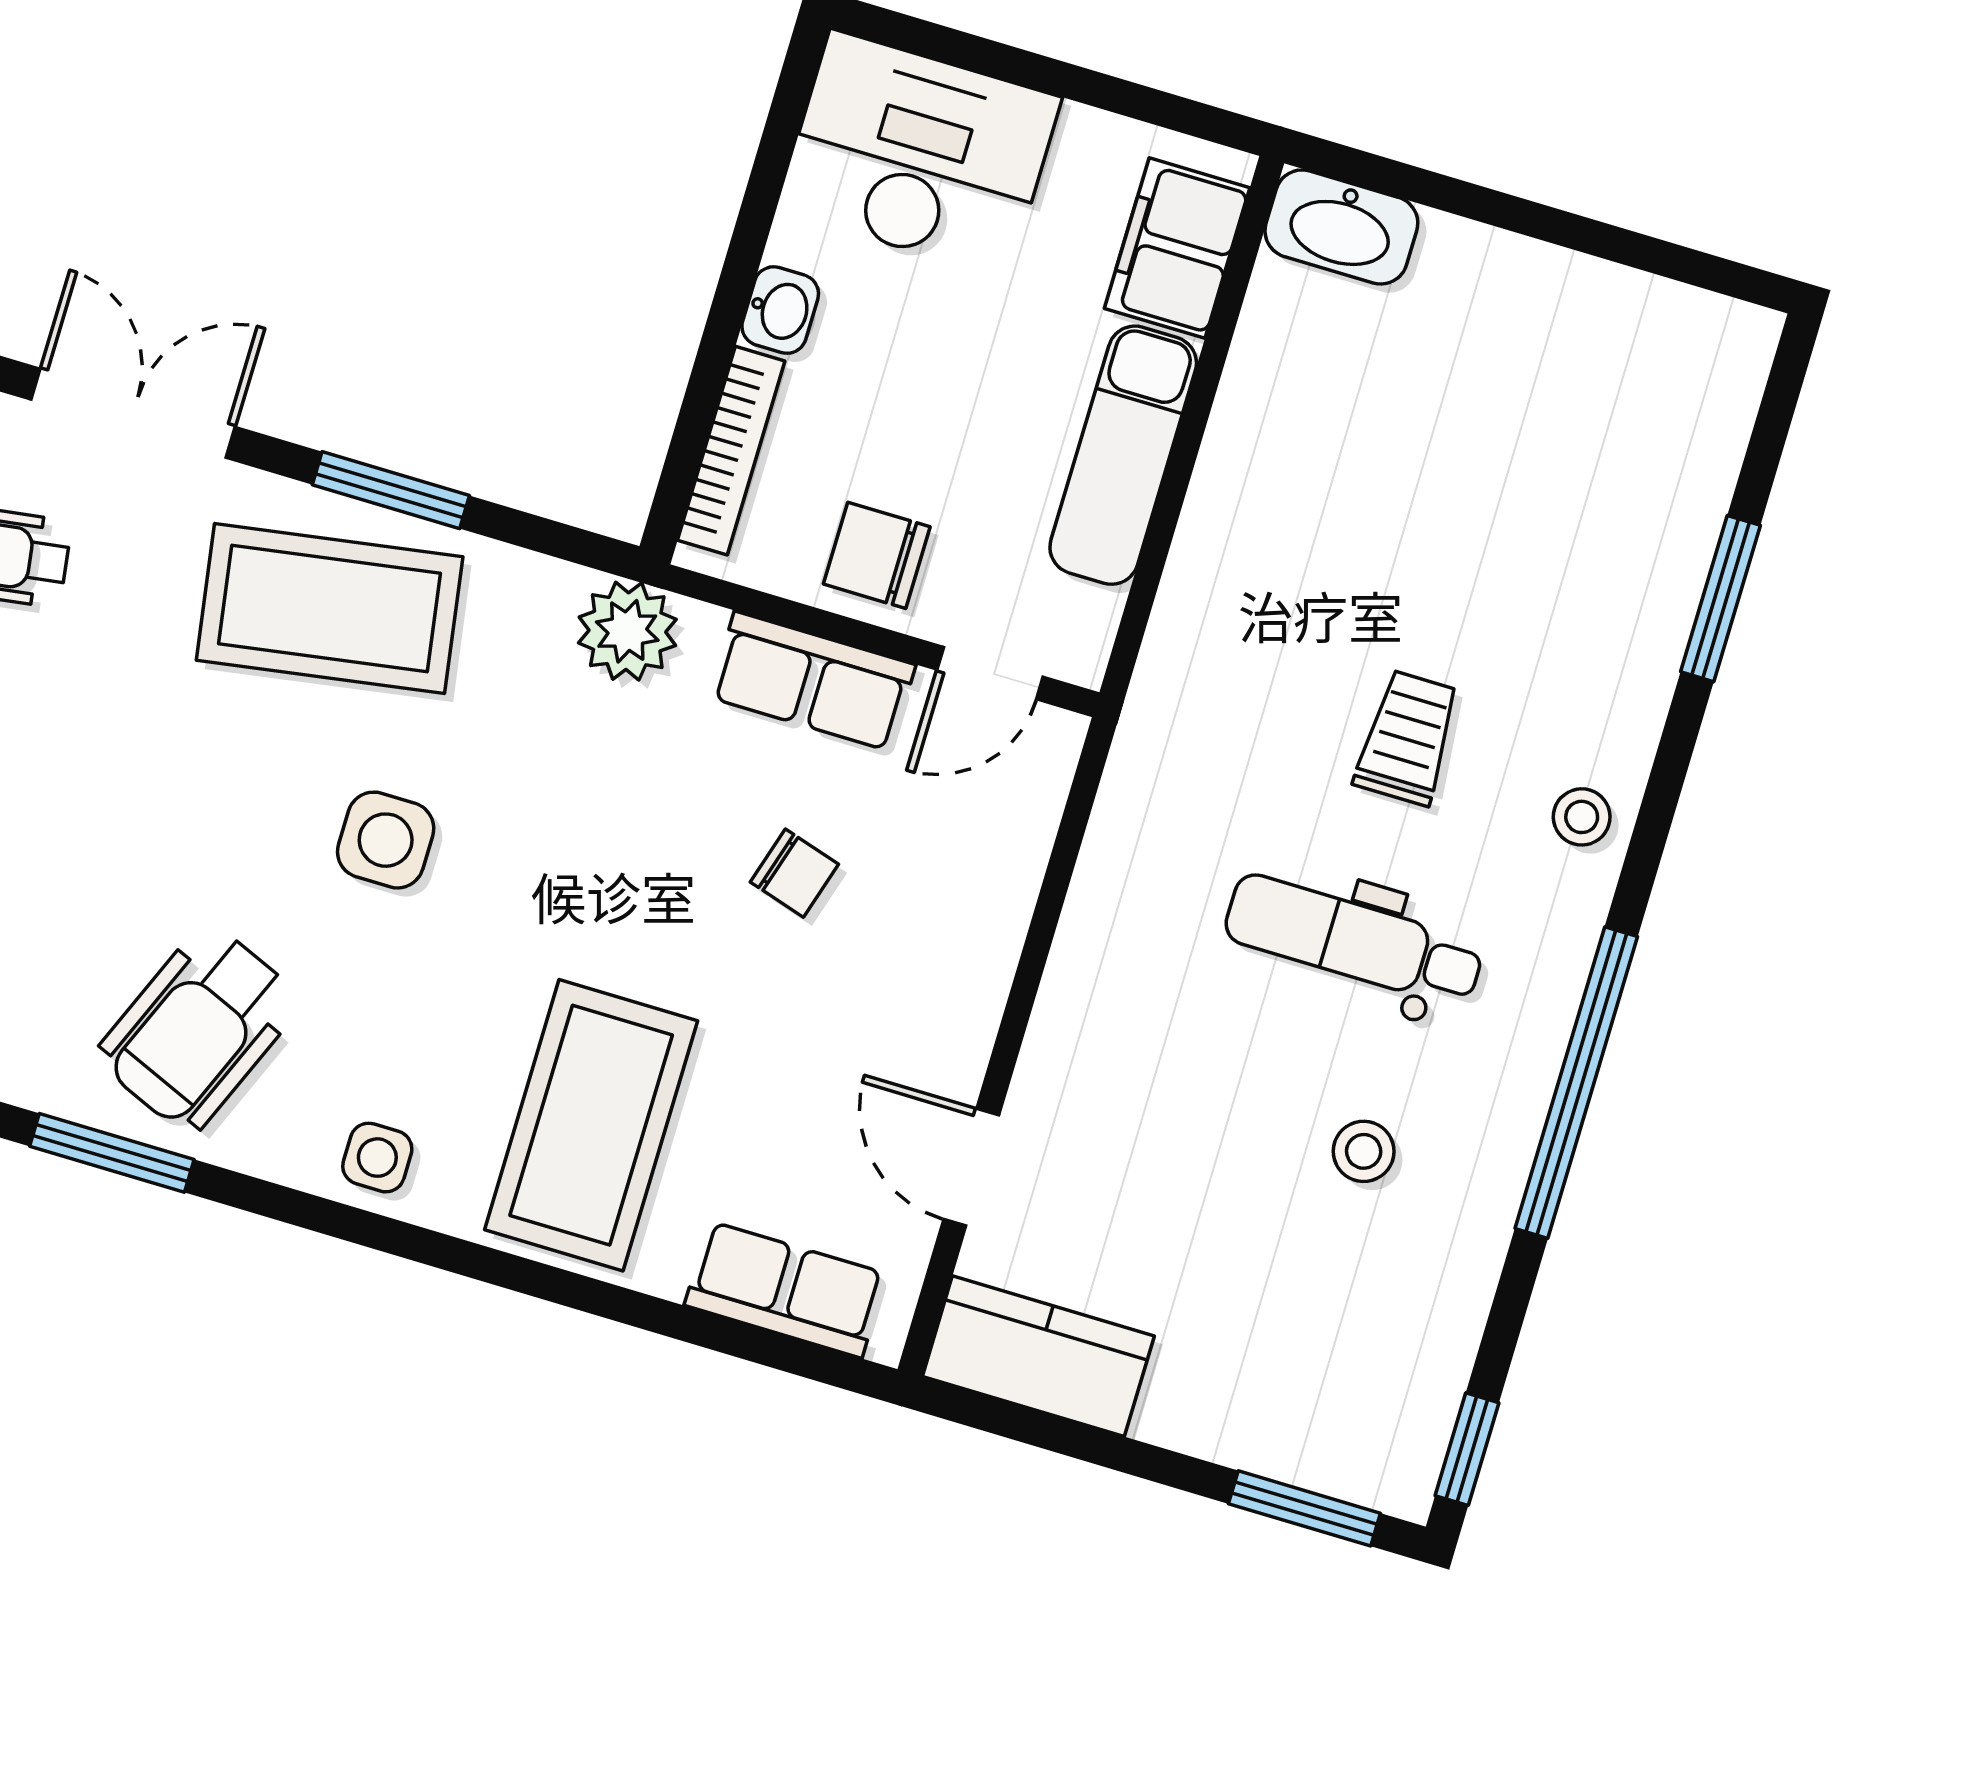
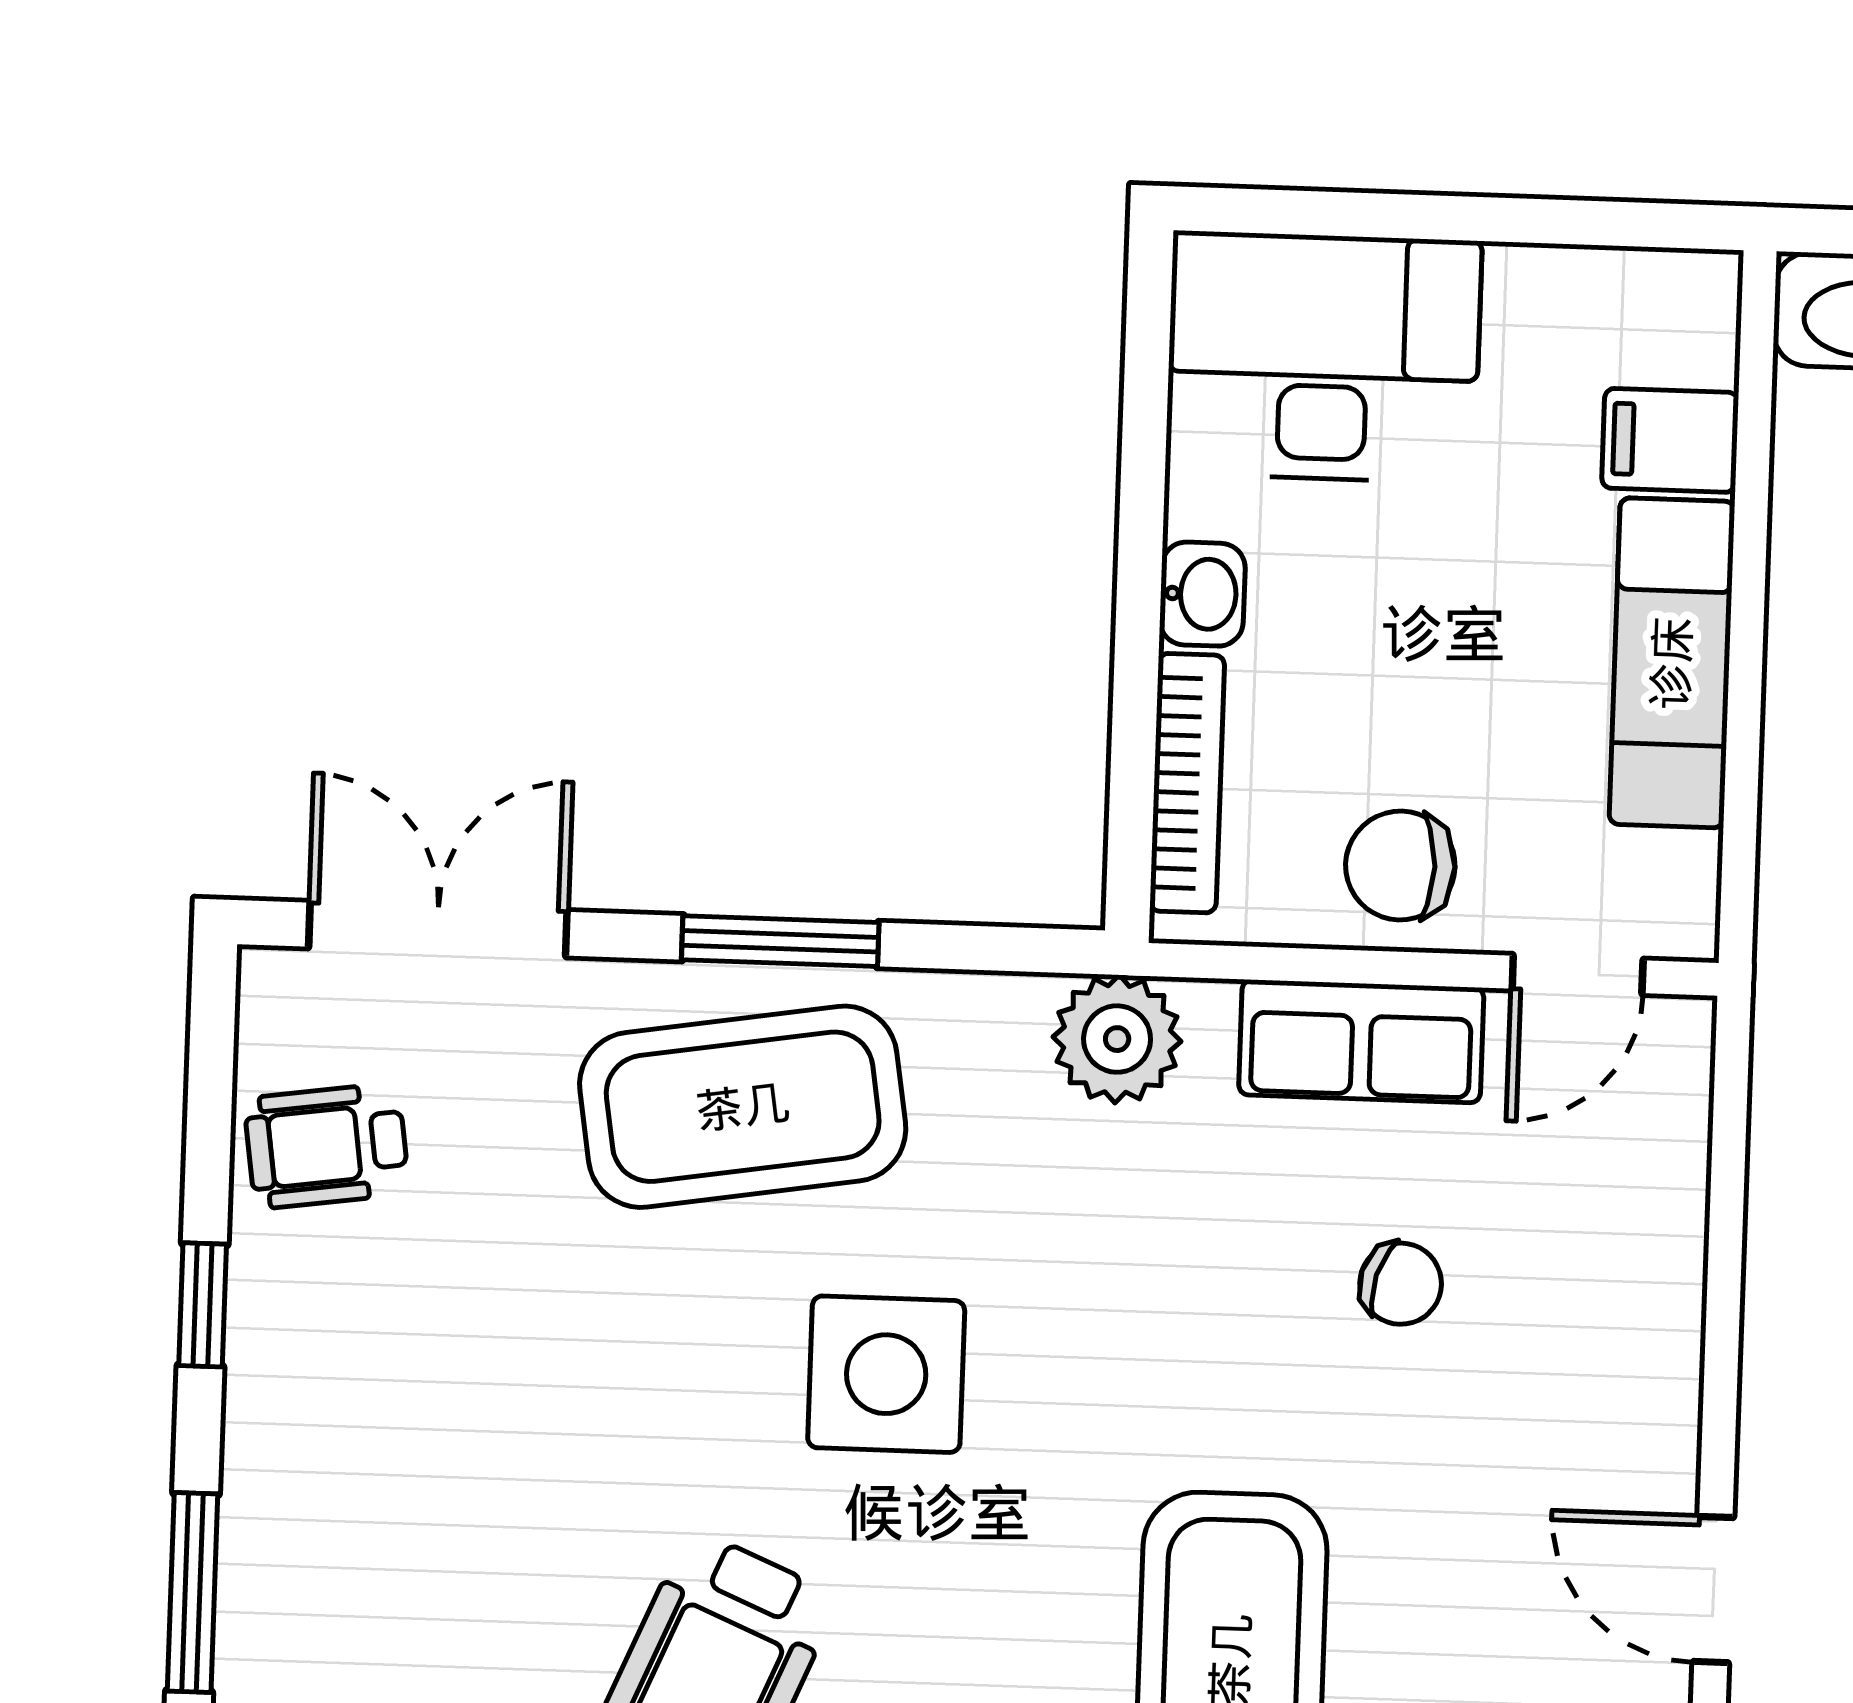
filing cabinet: (1177, 248) -> (1670, 440), width x0.50
side table: (386, 840) -> (886, 1374), width x1.37, depth x1.37

